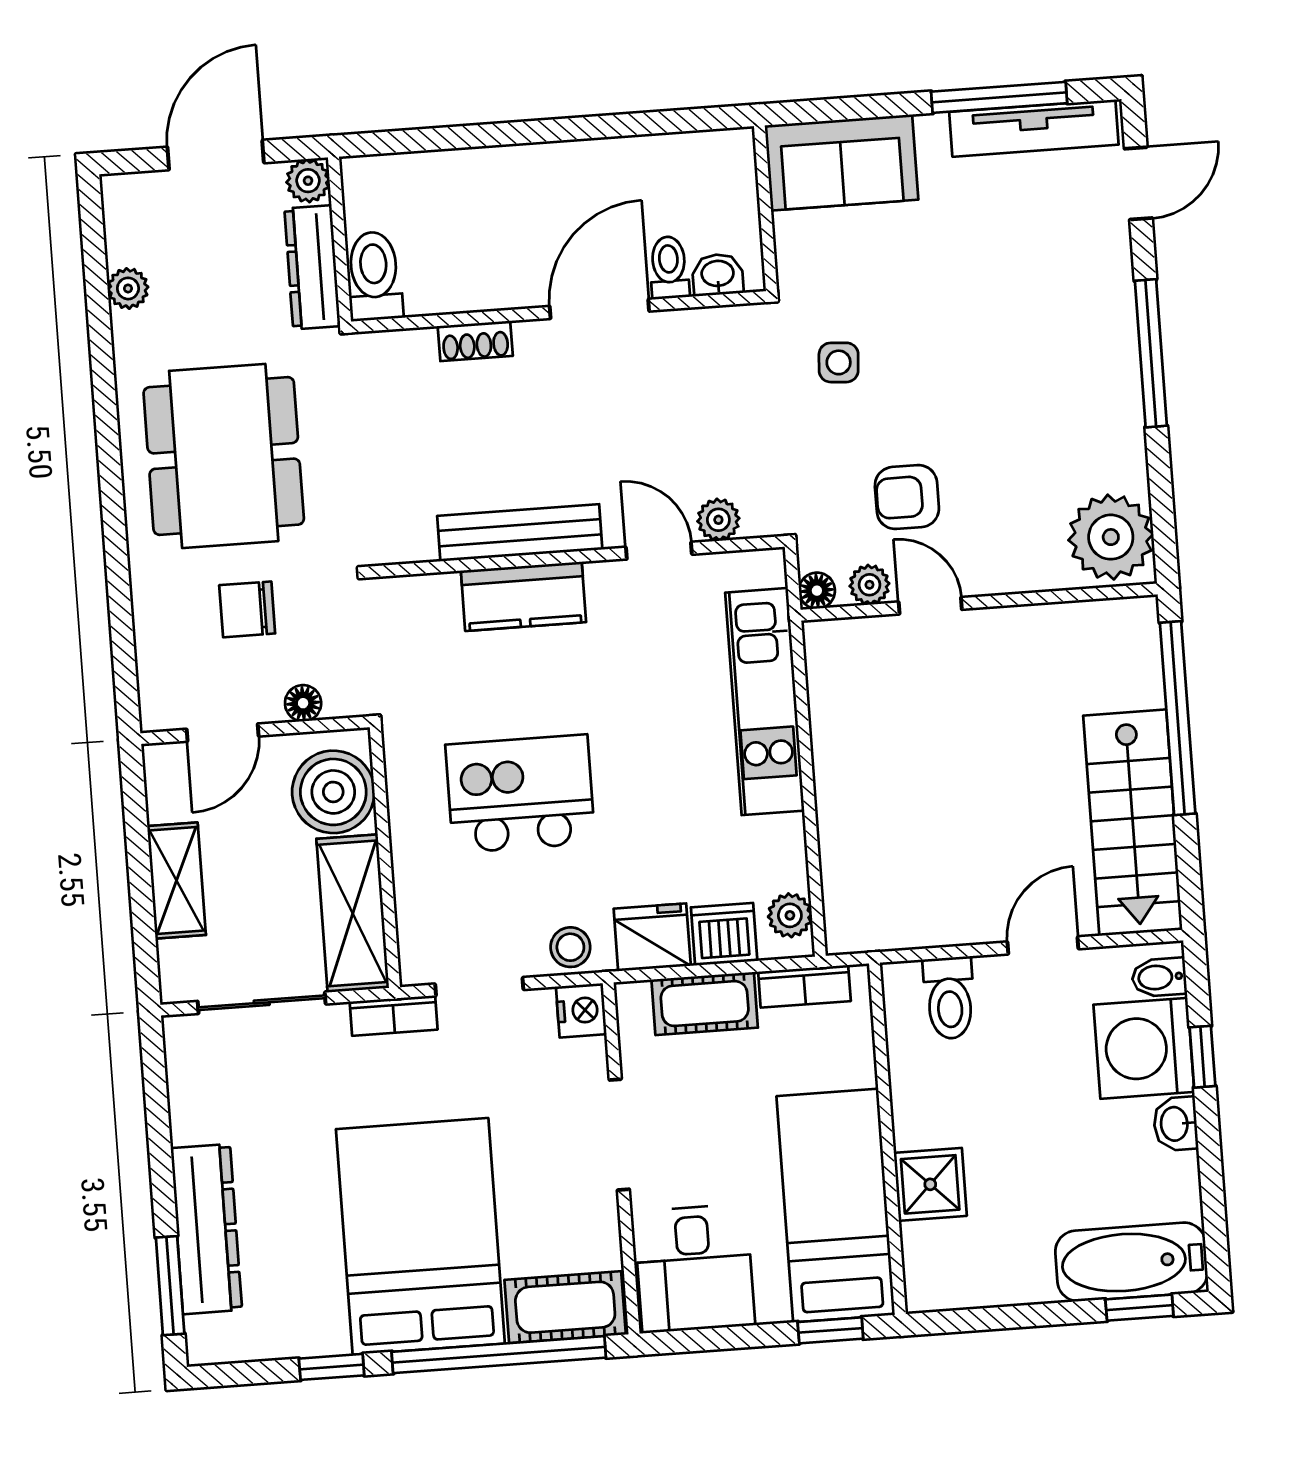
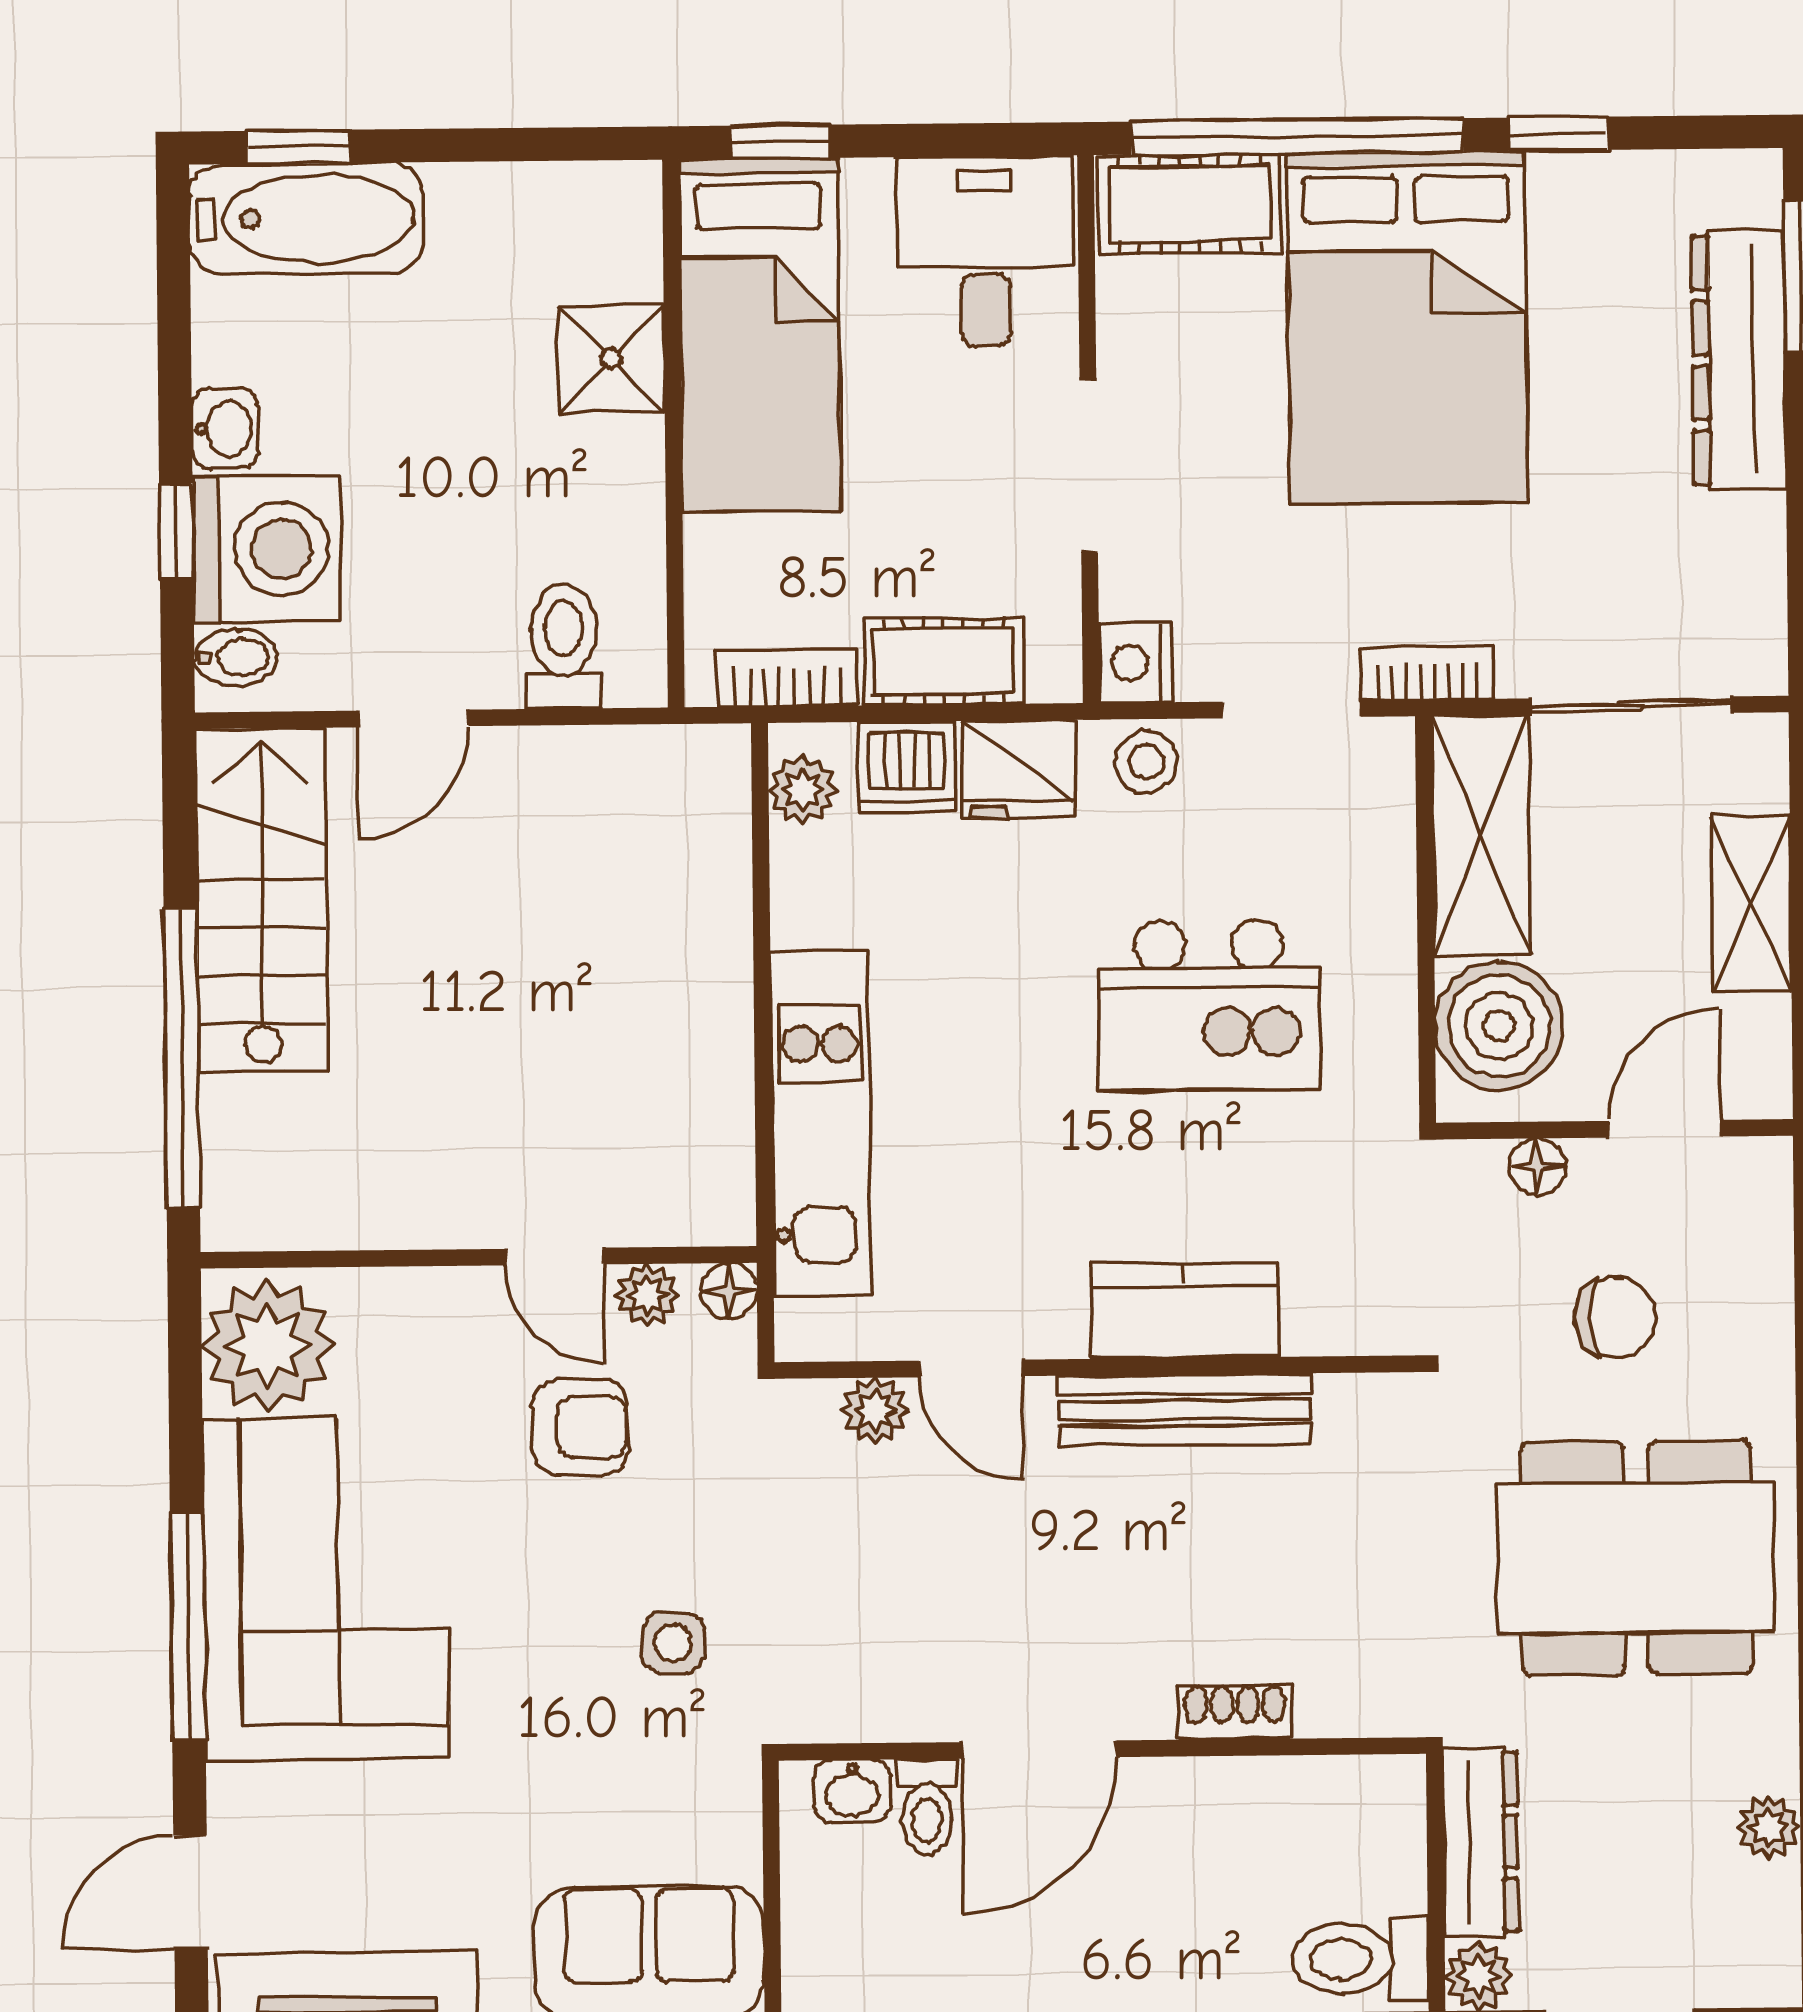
toilet: (374, 276) -> (1360, 1959), moved, turned 90
corner sofa: (1064, 383) -> (326, 1589), added
dining table: (224, 456) -> (1636, 1558), turned 90

